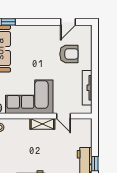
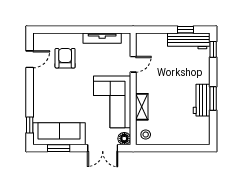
door: (68, 22) -> (30, 59), hinge flipped
shelving: (42, 124) -> (142, 107), moved

